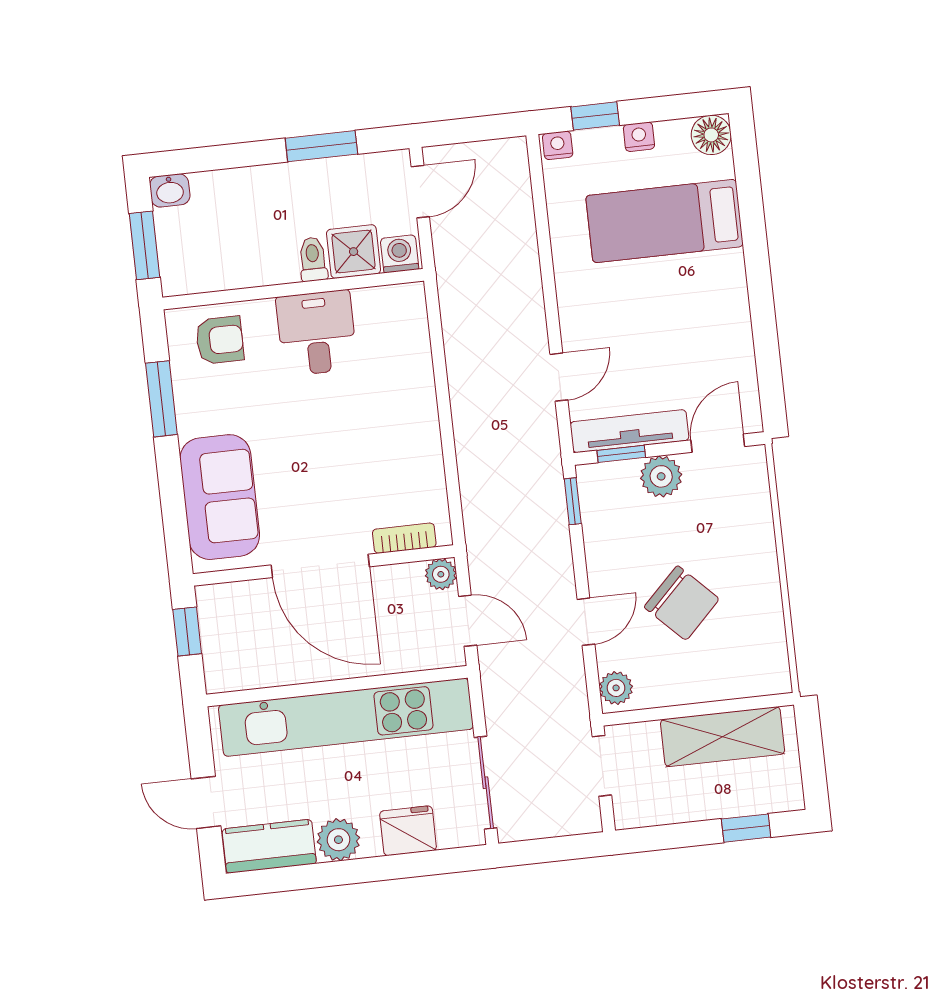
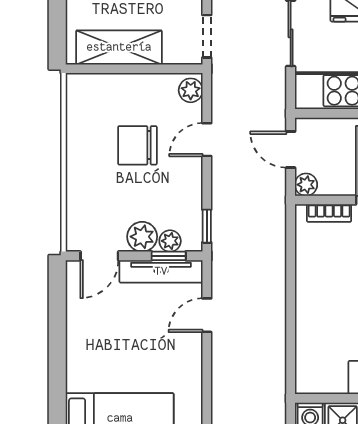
plant: (622, 475) -> (170, 241), added
chair: (682, 603) -> (137, 145), turned -45

